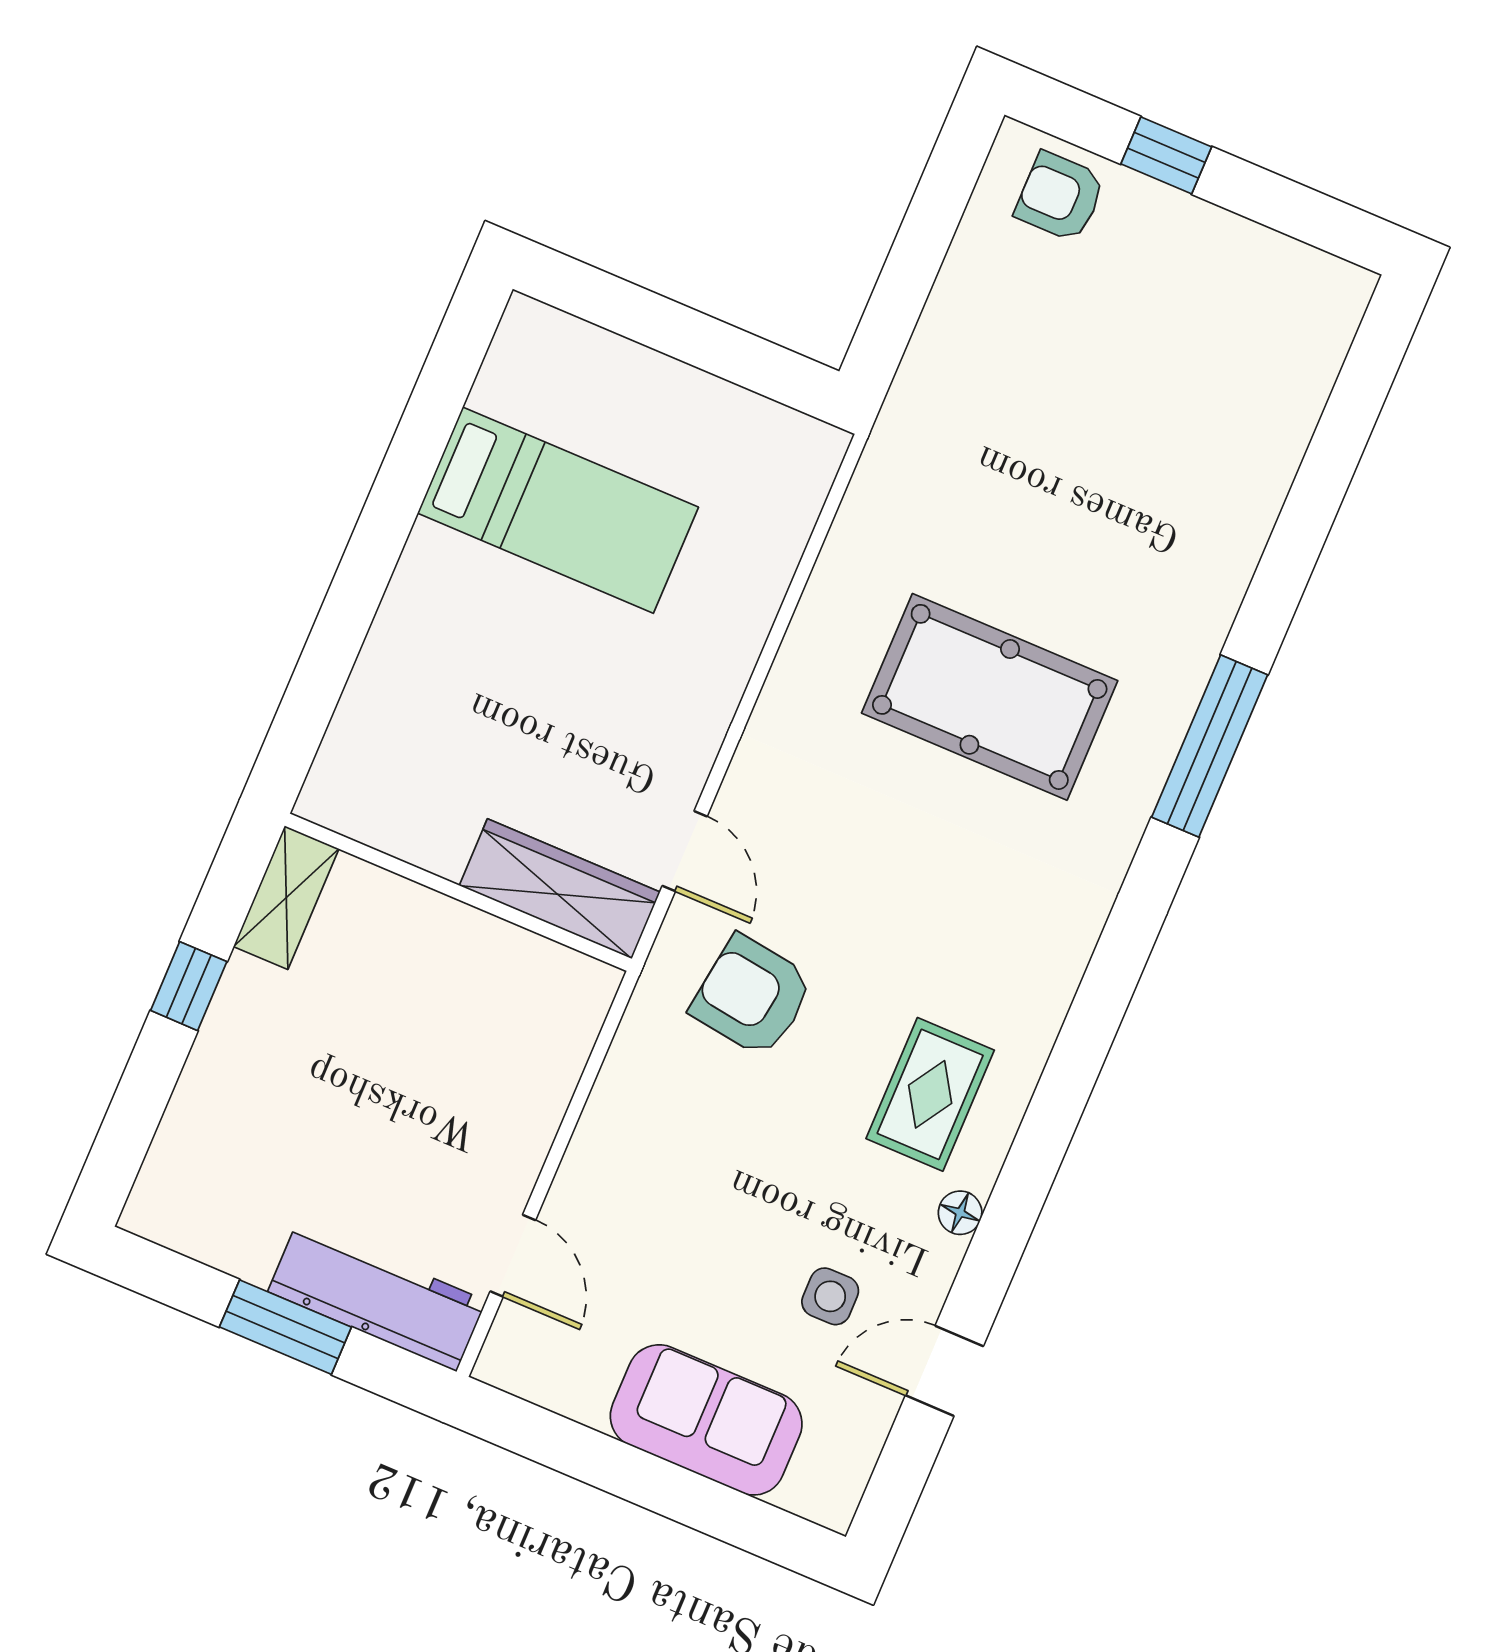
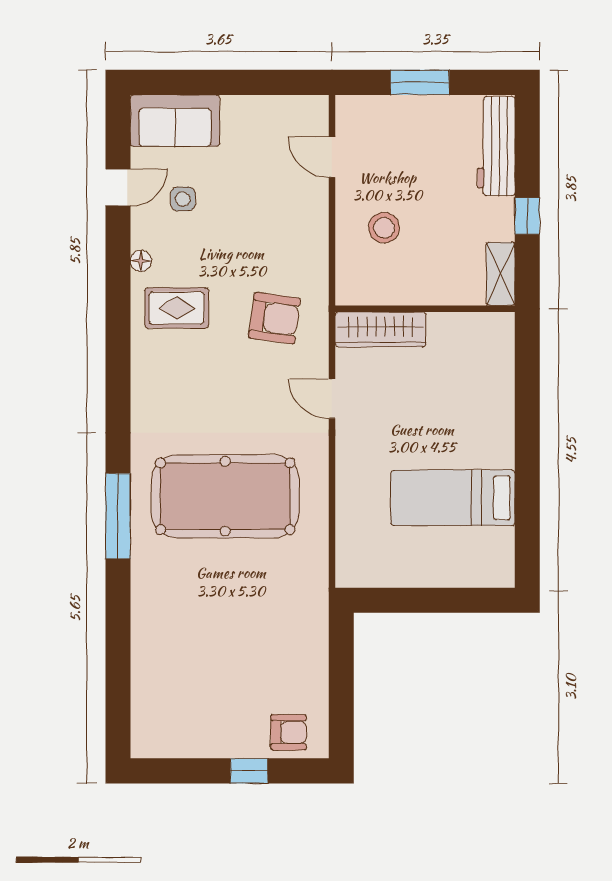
pool table: (990, 697) -> (225, 496), width x1.36, depth x1.32
door: (685, 851) -> (332, 399), moved
stool: (471, 1080) -> (384, 228), added
rug: (930, 1094) -> (177, 308), turned 90
workbench: (377, 1296) -> (496, 146), moved, turned 90
sofa: (706, 1420) -> (175, 121), moved

